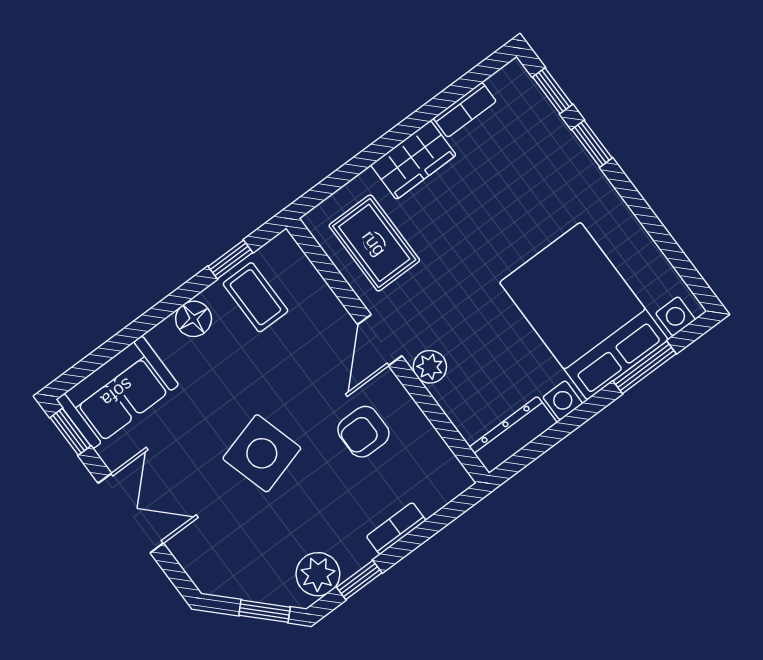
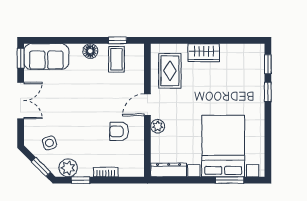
bookcase: (465, 110) -> (234, 49), removed
side table: (262, 453) -> (49, 143), moved, width x0.54, depth x0.54

